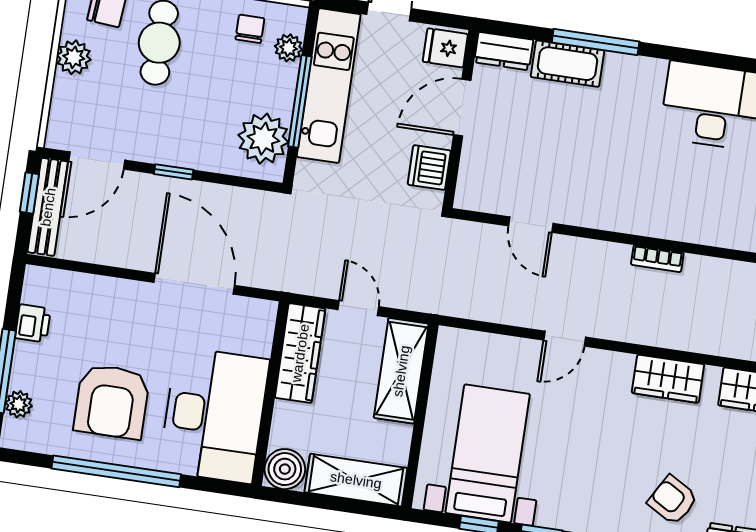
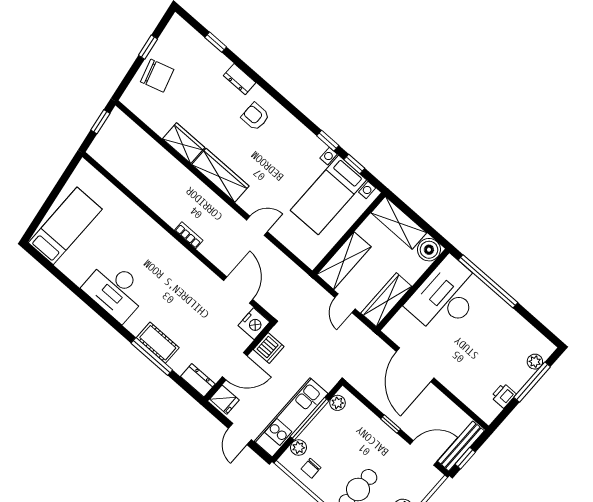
cot: (567, 64) -> (158, 343), moved
plant: (263, 139) -> (338, 403), width x0.53, depth x0.53
nightstand: (475, 190) -> (254, 324), added
door: (531, 225) -> (238, 290), width x1.38
wardrobe: (668, 379) -> (220, 175), width x1.50
armchair: (112, 402) -> (490, 334), removed
window: (116, 471) -> (488, 281), moved
armchair: (673, 500) -> (255, 116), turned 150

